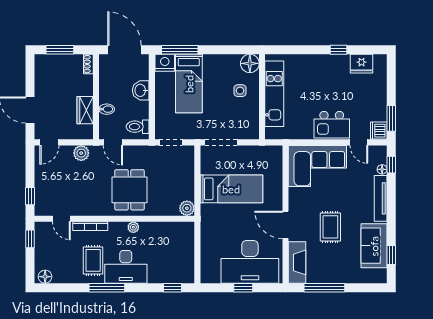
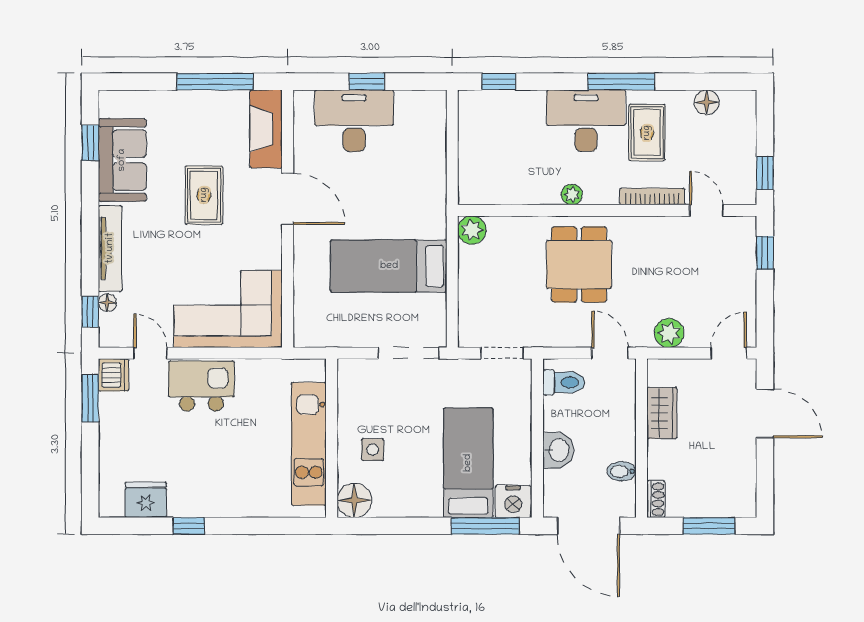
bidet: (107, 109) -> (622, 471), moved
desk: (250, 262) -> (354, 121), width x0.73, depth x0.77
floor lamp: (45, 277) -> (706, 102), moved

